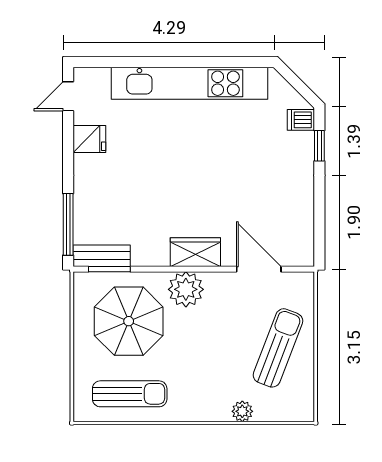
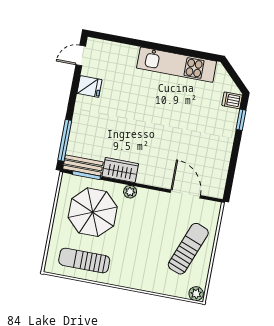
kitchen unit: (189, 83) -> (177, 65), width x0.73
wardrobe: (195, 252) -> (120, 170), moved
plant: (186, 289) -> (130, 192), width x0.53, depth x0.53
sun lounger: (130, 394) -> (84, 260), turned 180
plant: (242, 411) -> (196, 294), moved

